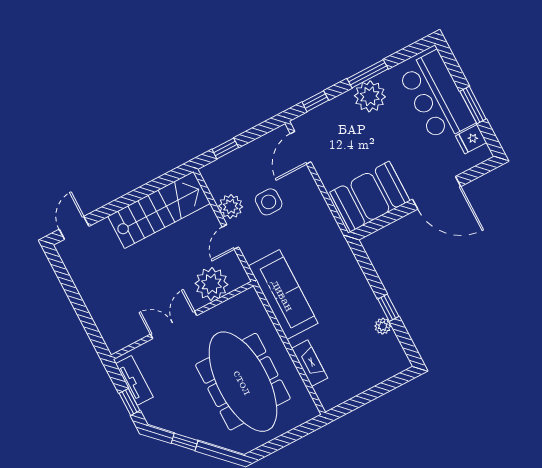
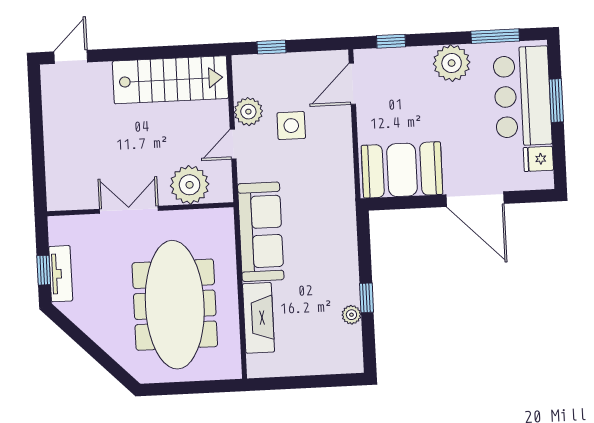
window: (368, 74) -> (495, 36), moved
window: (473, 105) -> (556, 101), moved
fireplace: (310, 363) -> (258, 318), width x1.37, depth x1.32
tv unit: (134, 380) -> (61, 274), moved
window: (185, 442) -> (83, 340), removed

